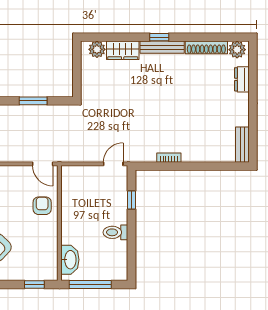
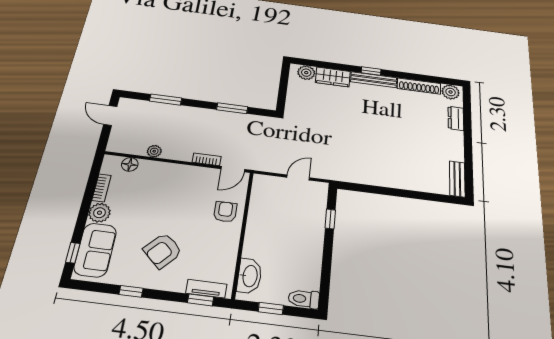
bookcase: (169, 158) -> (207, 159), moved
door: (43, 164) -> (233, 169), hinge flipped
door: (113, 164) -> (298, 177), moved
toilet: (115, 232) -> (304, 299), moved
tv unit: (37, 275) -> (206, 289), added
window: (90, 285) -> (271, 309), width x0.46

